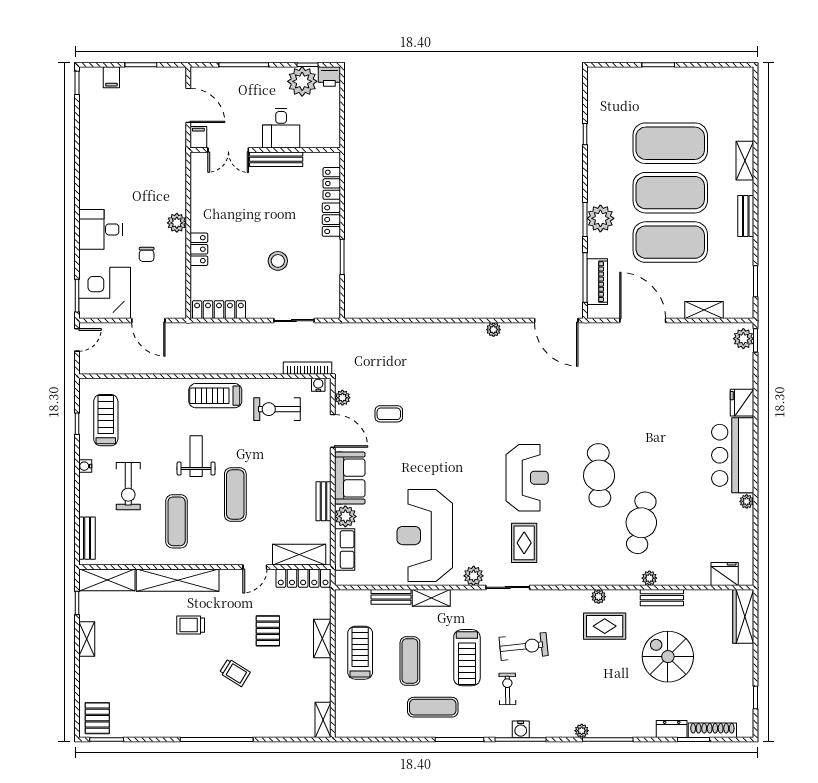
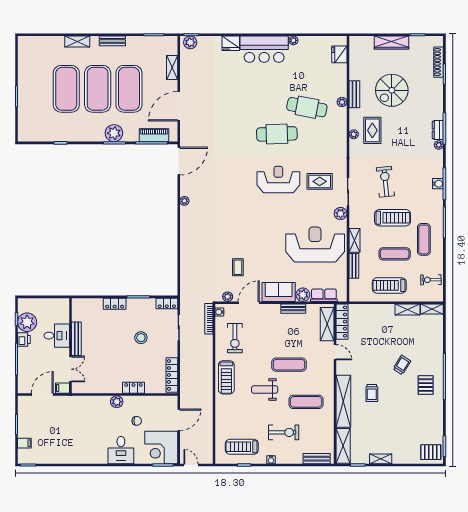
printer: (329, 77) -> (24, 339), moved
locker: (332, 183) -> (167, 303), moved
reception desk: (425, 536) -> (315, 244), turned 180
wardrobe: (743, 616) -> (392, 43), moved
pallet: (268, 631) -> (426, 385), moved, turned 90
shelving: (322, 639) -> (407, 309), moved
exercise bike: (507, 689) -> (431, 280), moved
dresser: (672, 729) -> (438, 130), moved

